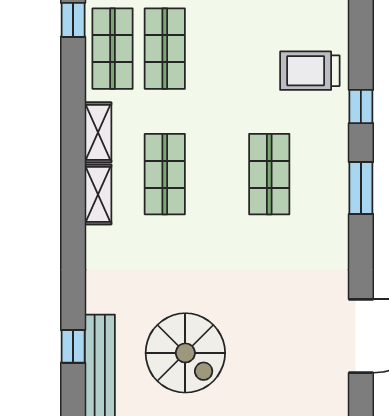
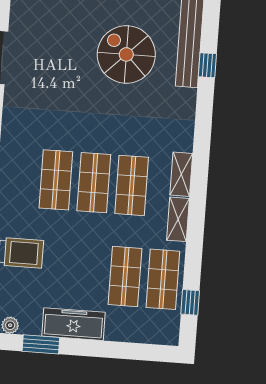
shop shelf: (217, 174) -> (94, 183), added

